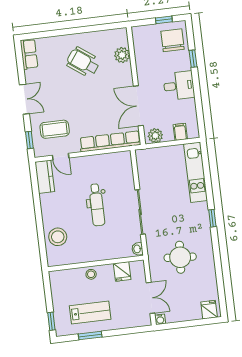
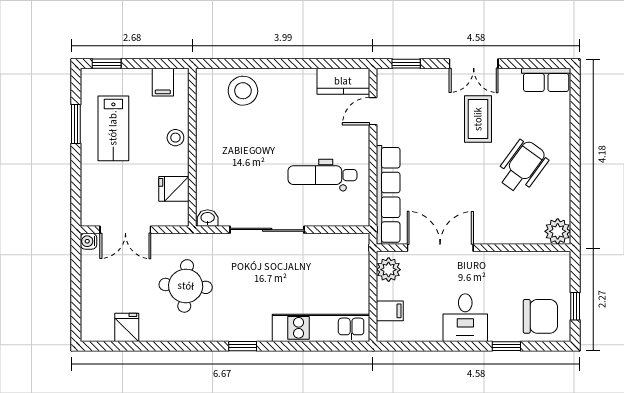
plant: (122, 55) -> (558, 231), moved
coffee table: (55, 129) -> (478, 119), moved
dental chair: (97, 205) -> (322, 175), moved
filing cabinet: (58, 286) -> (163, 82), added
fridge: (209, 310) -> (127, 327), moved, turned -90

